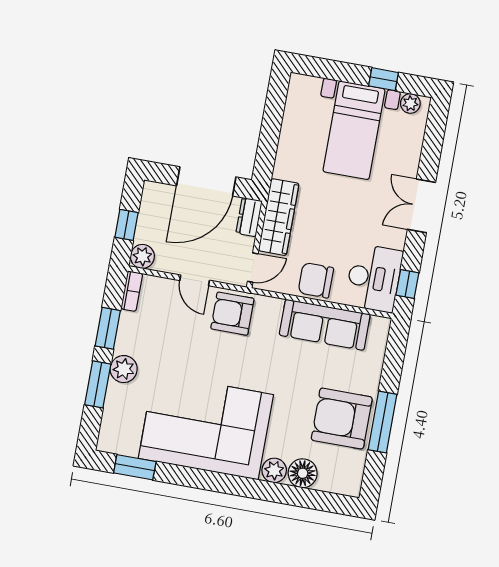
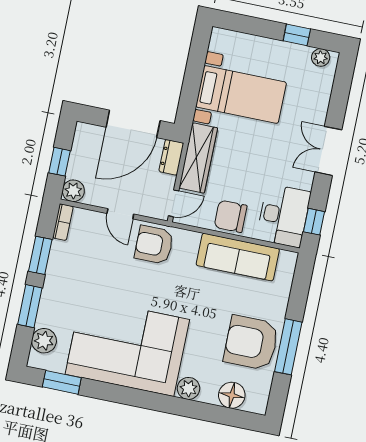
bed with nightstands: (354, 130) -> (241, 95), moved, turned -90
plant: (124, 369) -> (44, 341), moved
floor lamp: (303, 473) -> (232, 395), moved

